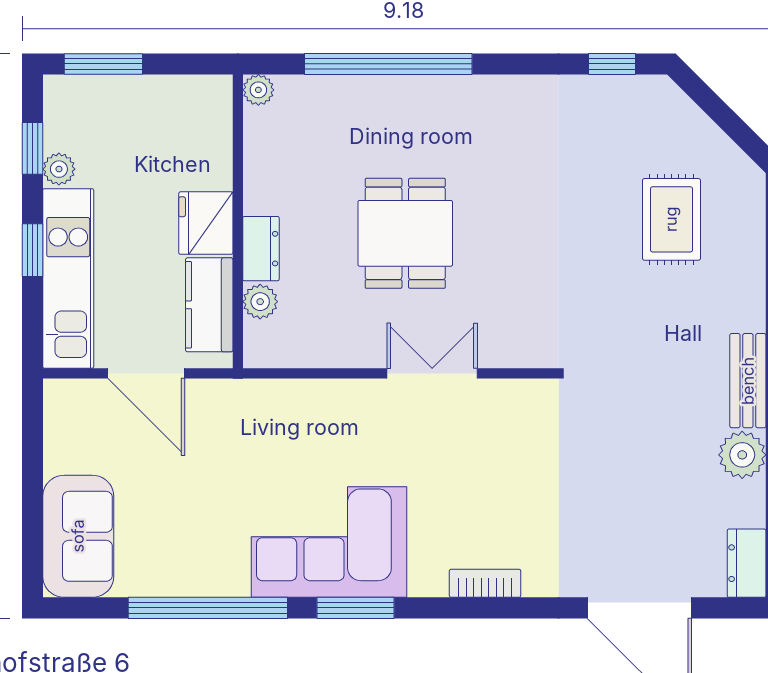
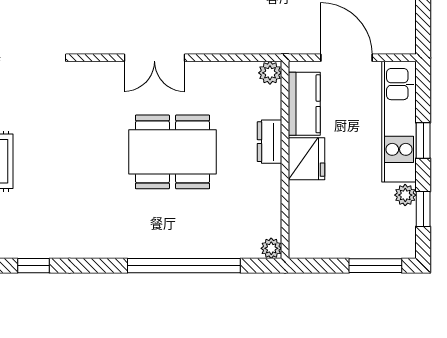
dining table: (405, 233) -> (172, 152), width x1.38
plant: (260, 302) -> (270, 73), moved

